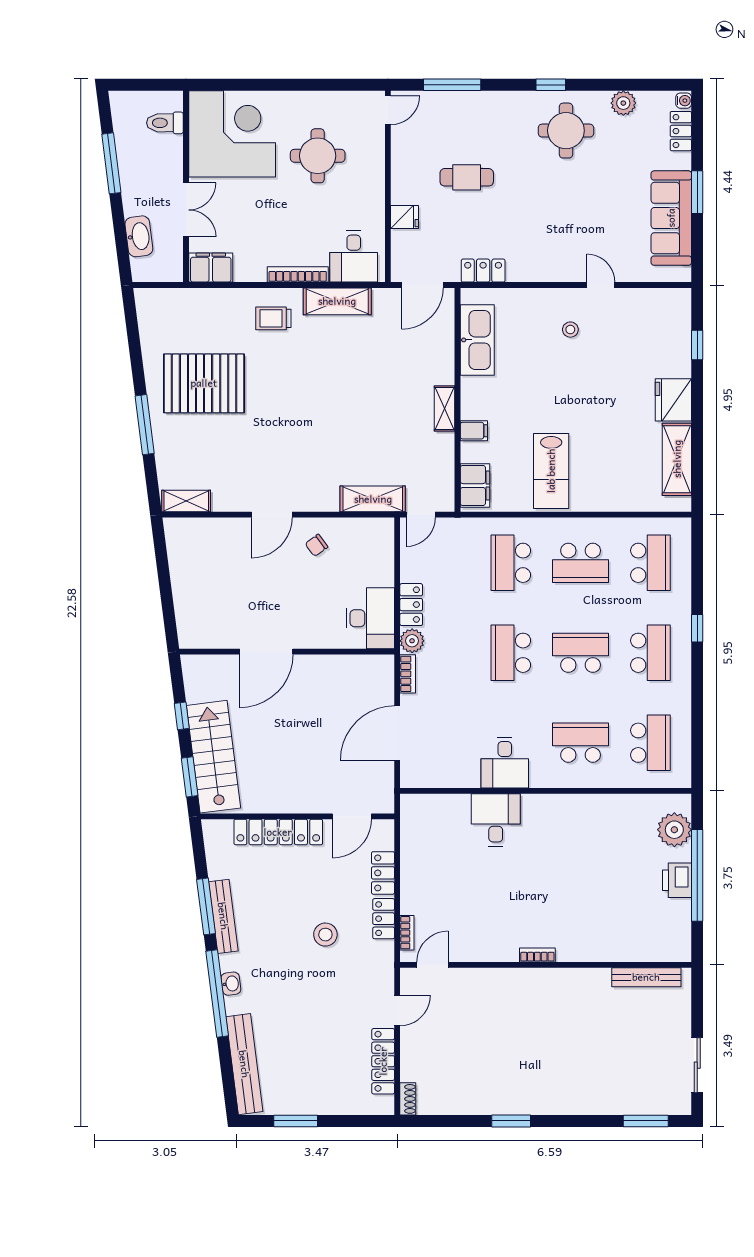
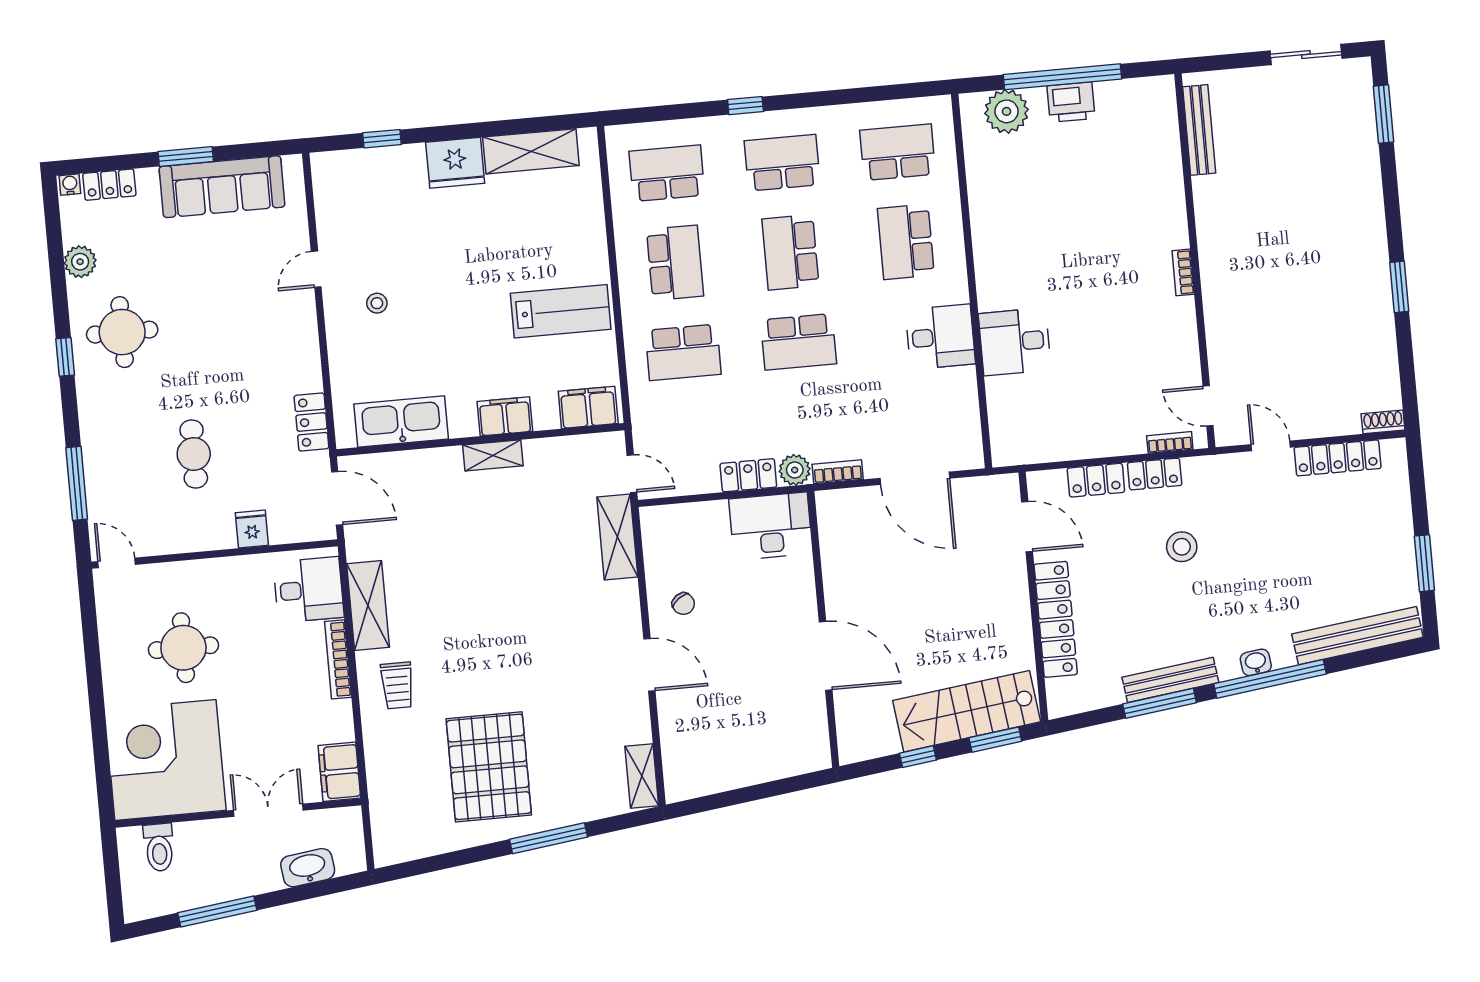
filing cabinet: (474, 431) -> (505, 416), width x2.00

